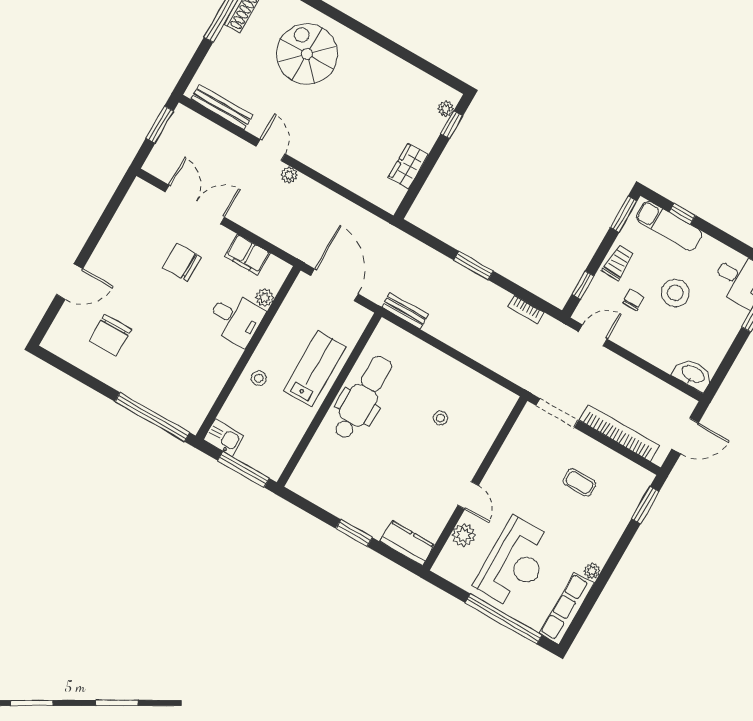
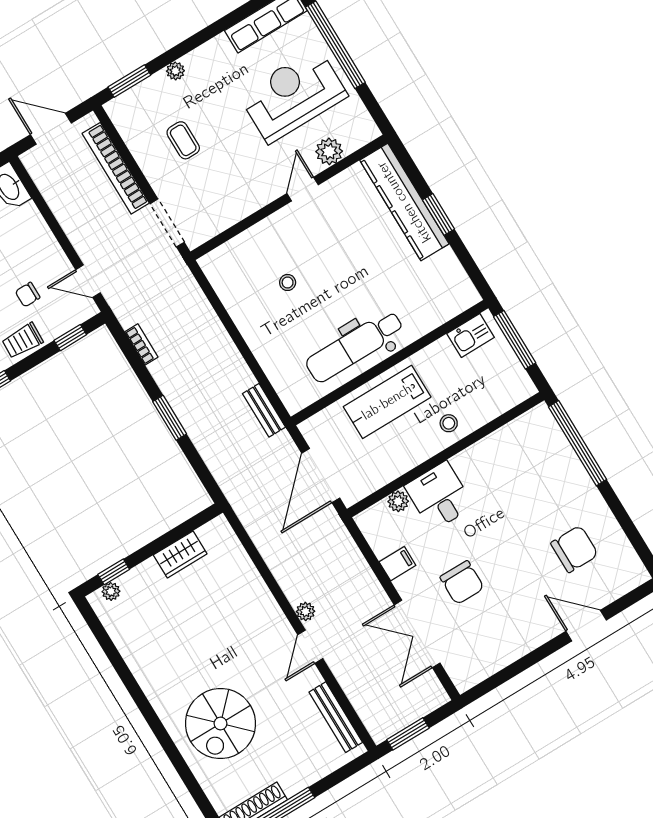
filing cabinet: (247, 255) -> (397, 564), width x0.50
kitchen sink: (224, 438) -> (471, 336), moved, turned -90
kitchen counter: (407, 543) -> (404, 202), width x2.08, depth x1.17
plant: (592, 571) -> (175, 71), moved

